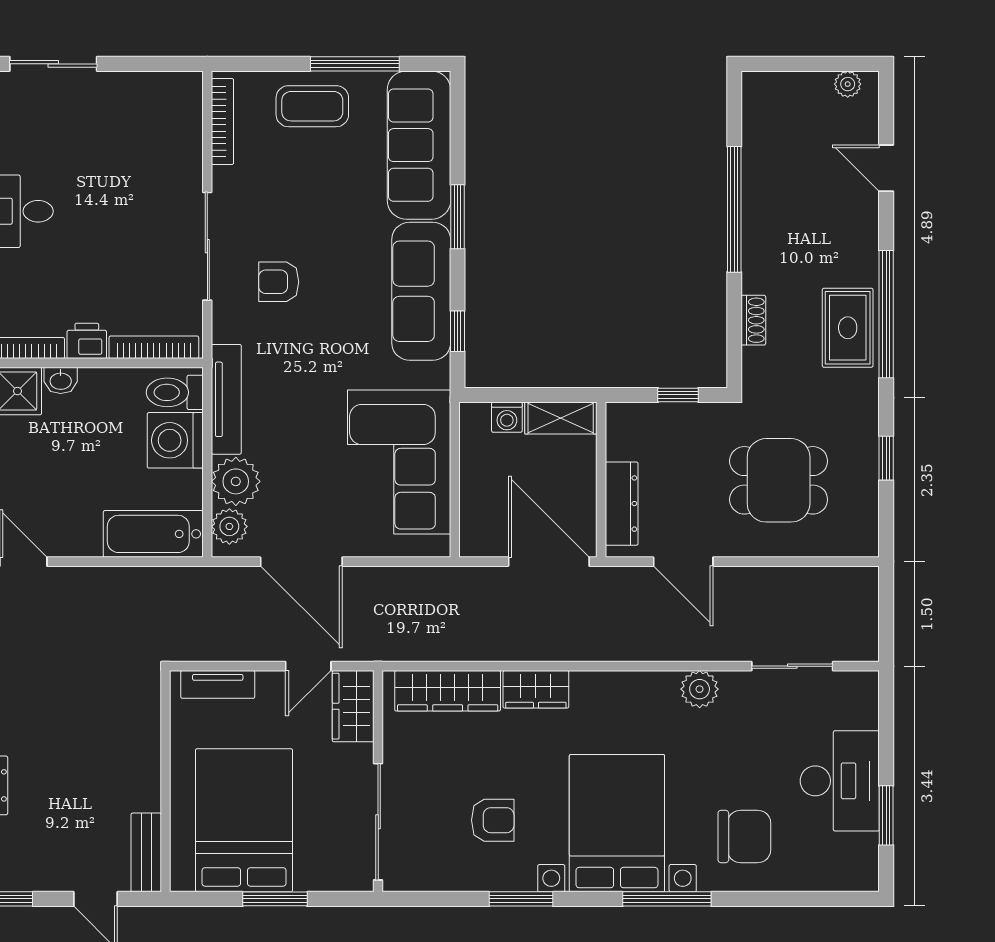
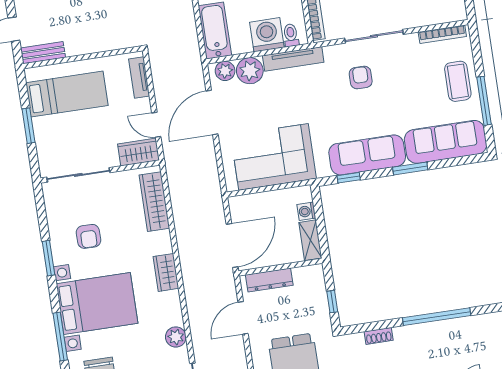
toilet: (175, 392) -> (291, 35), width x0.73, depth x0.72
wardrobe: (536, 689) -> (166, 272), moved
bed: (244, 820) -> (67, 94), width x0.67

